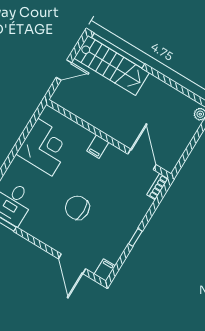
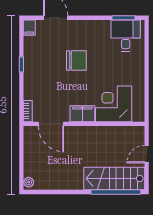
corner desk: (45, 147) -> (114, 104), moved, turned 90
filing cabinet: (98, 147) -> (82, 114), width x2.00

